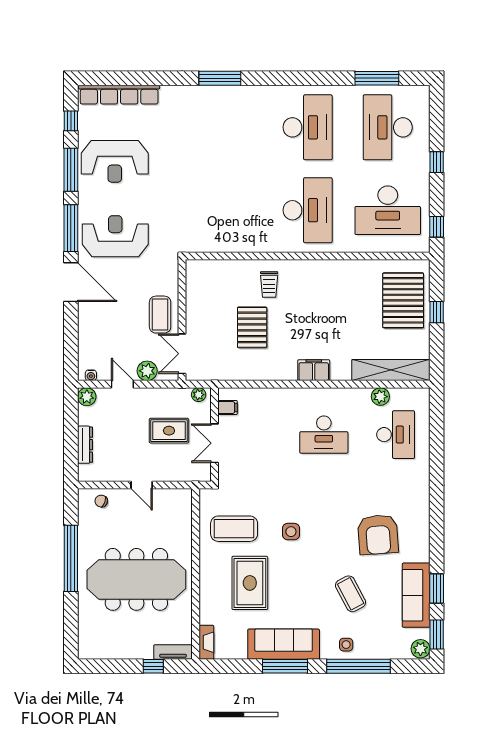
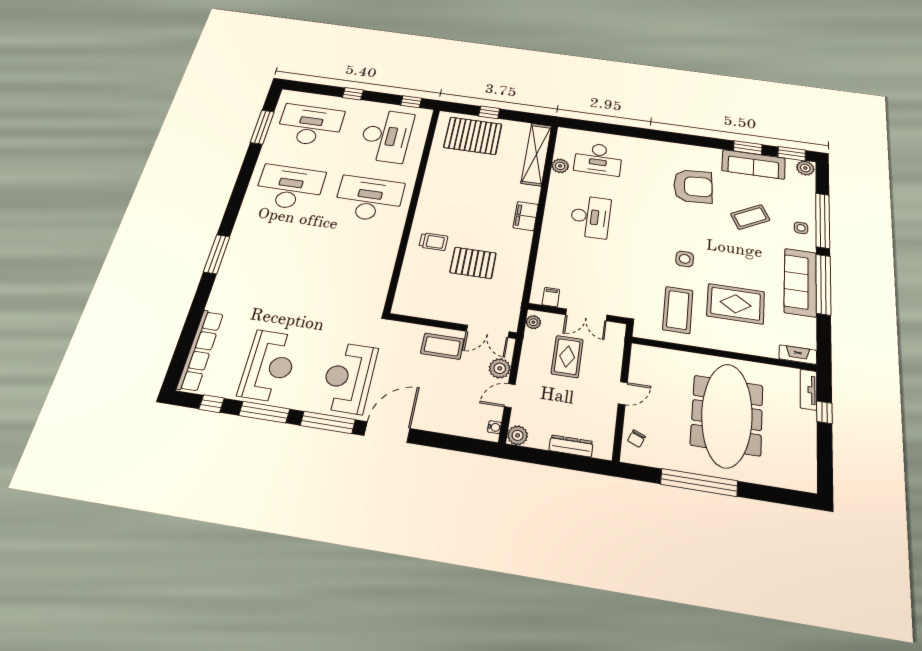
desk: (388, 127) -> (310, 125), turned 180
desk: (396, 435) -> (598, 159), turned 180
window: (285, 666) -> (823, 284), width x1.46

